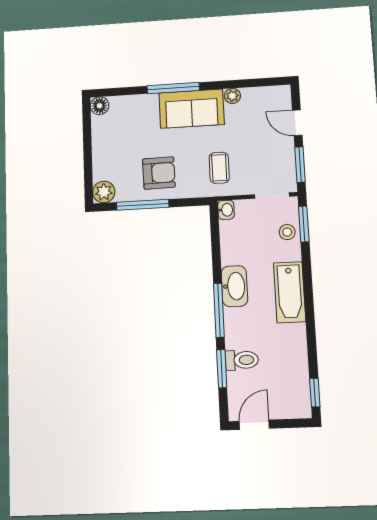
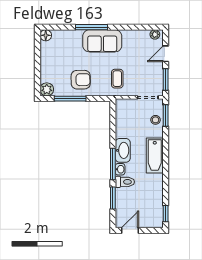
plant: (232, 96) -> (155, 34), moved
door: (297, 123) -> (166, 54), hinge flipped
washbasin: (226, 210) -> (120, 169), moved
toilet: (242, 360) -> (125, 182), moved

